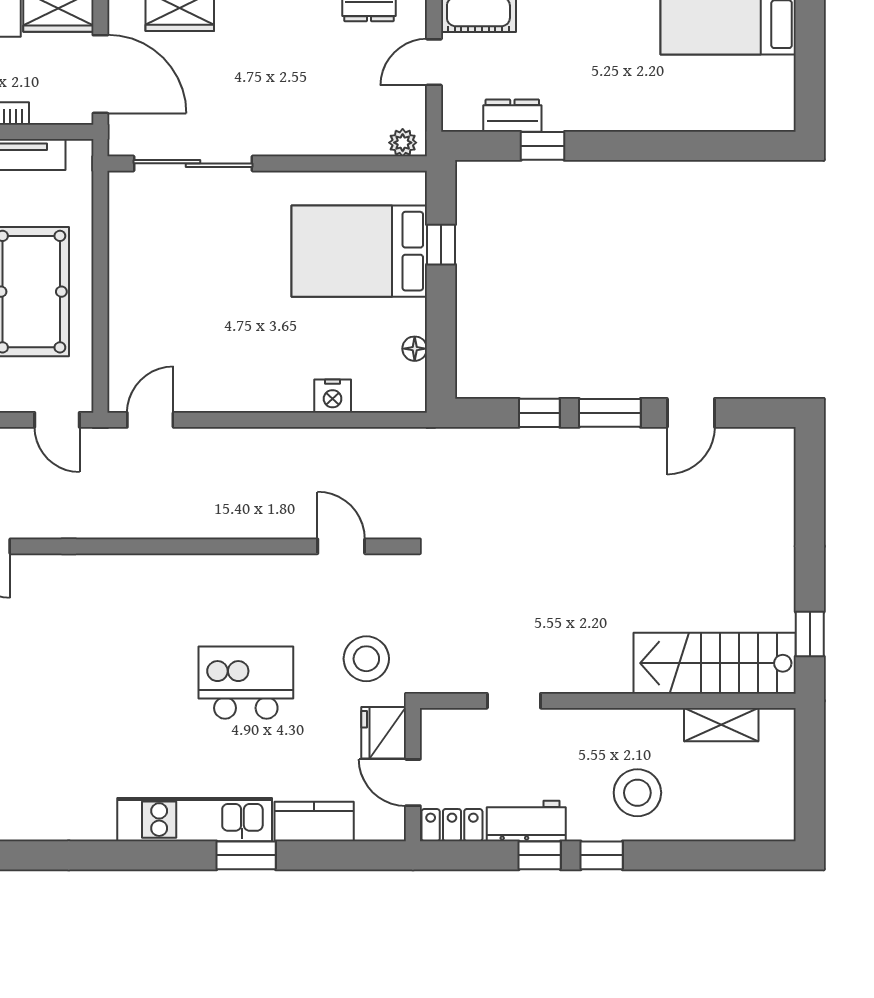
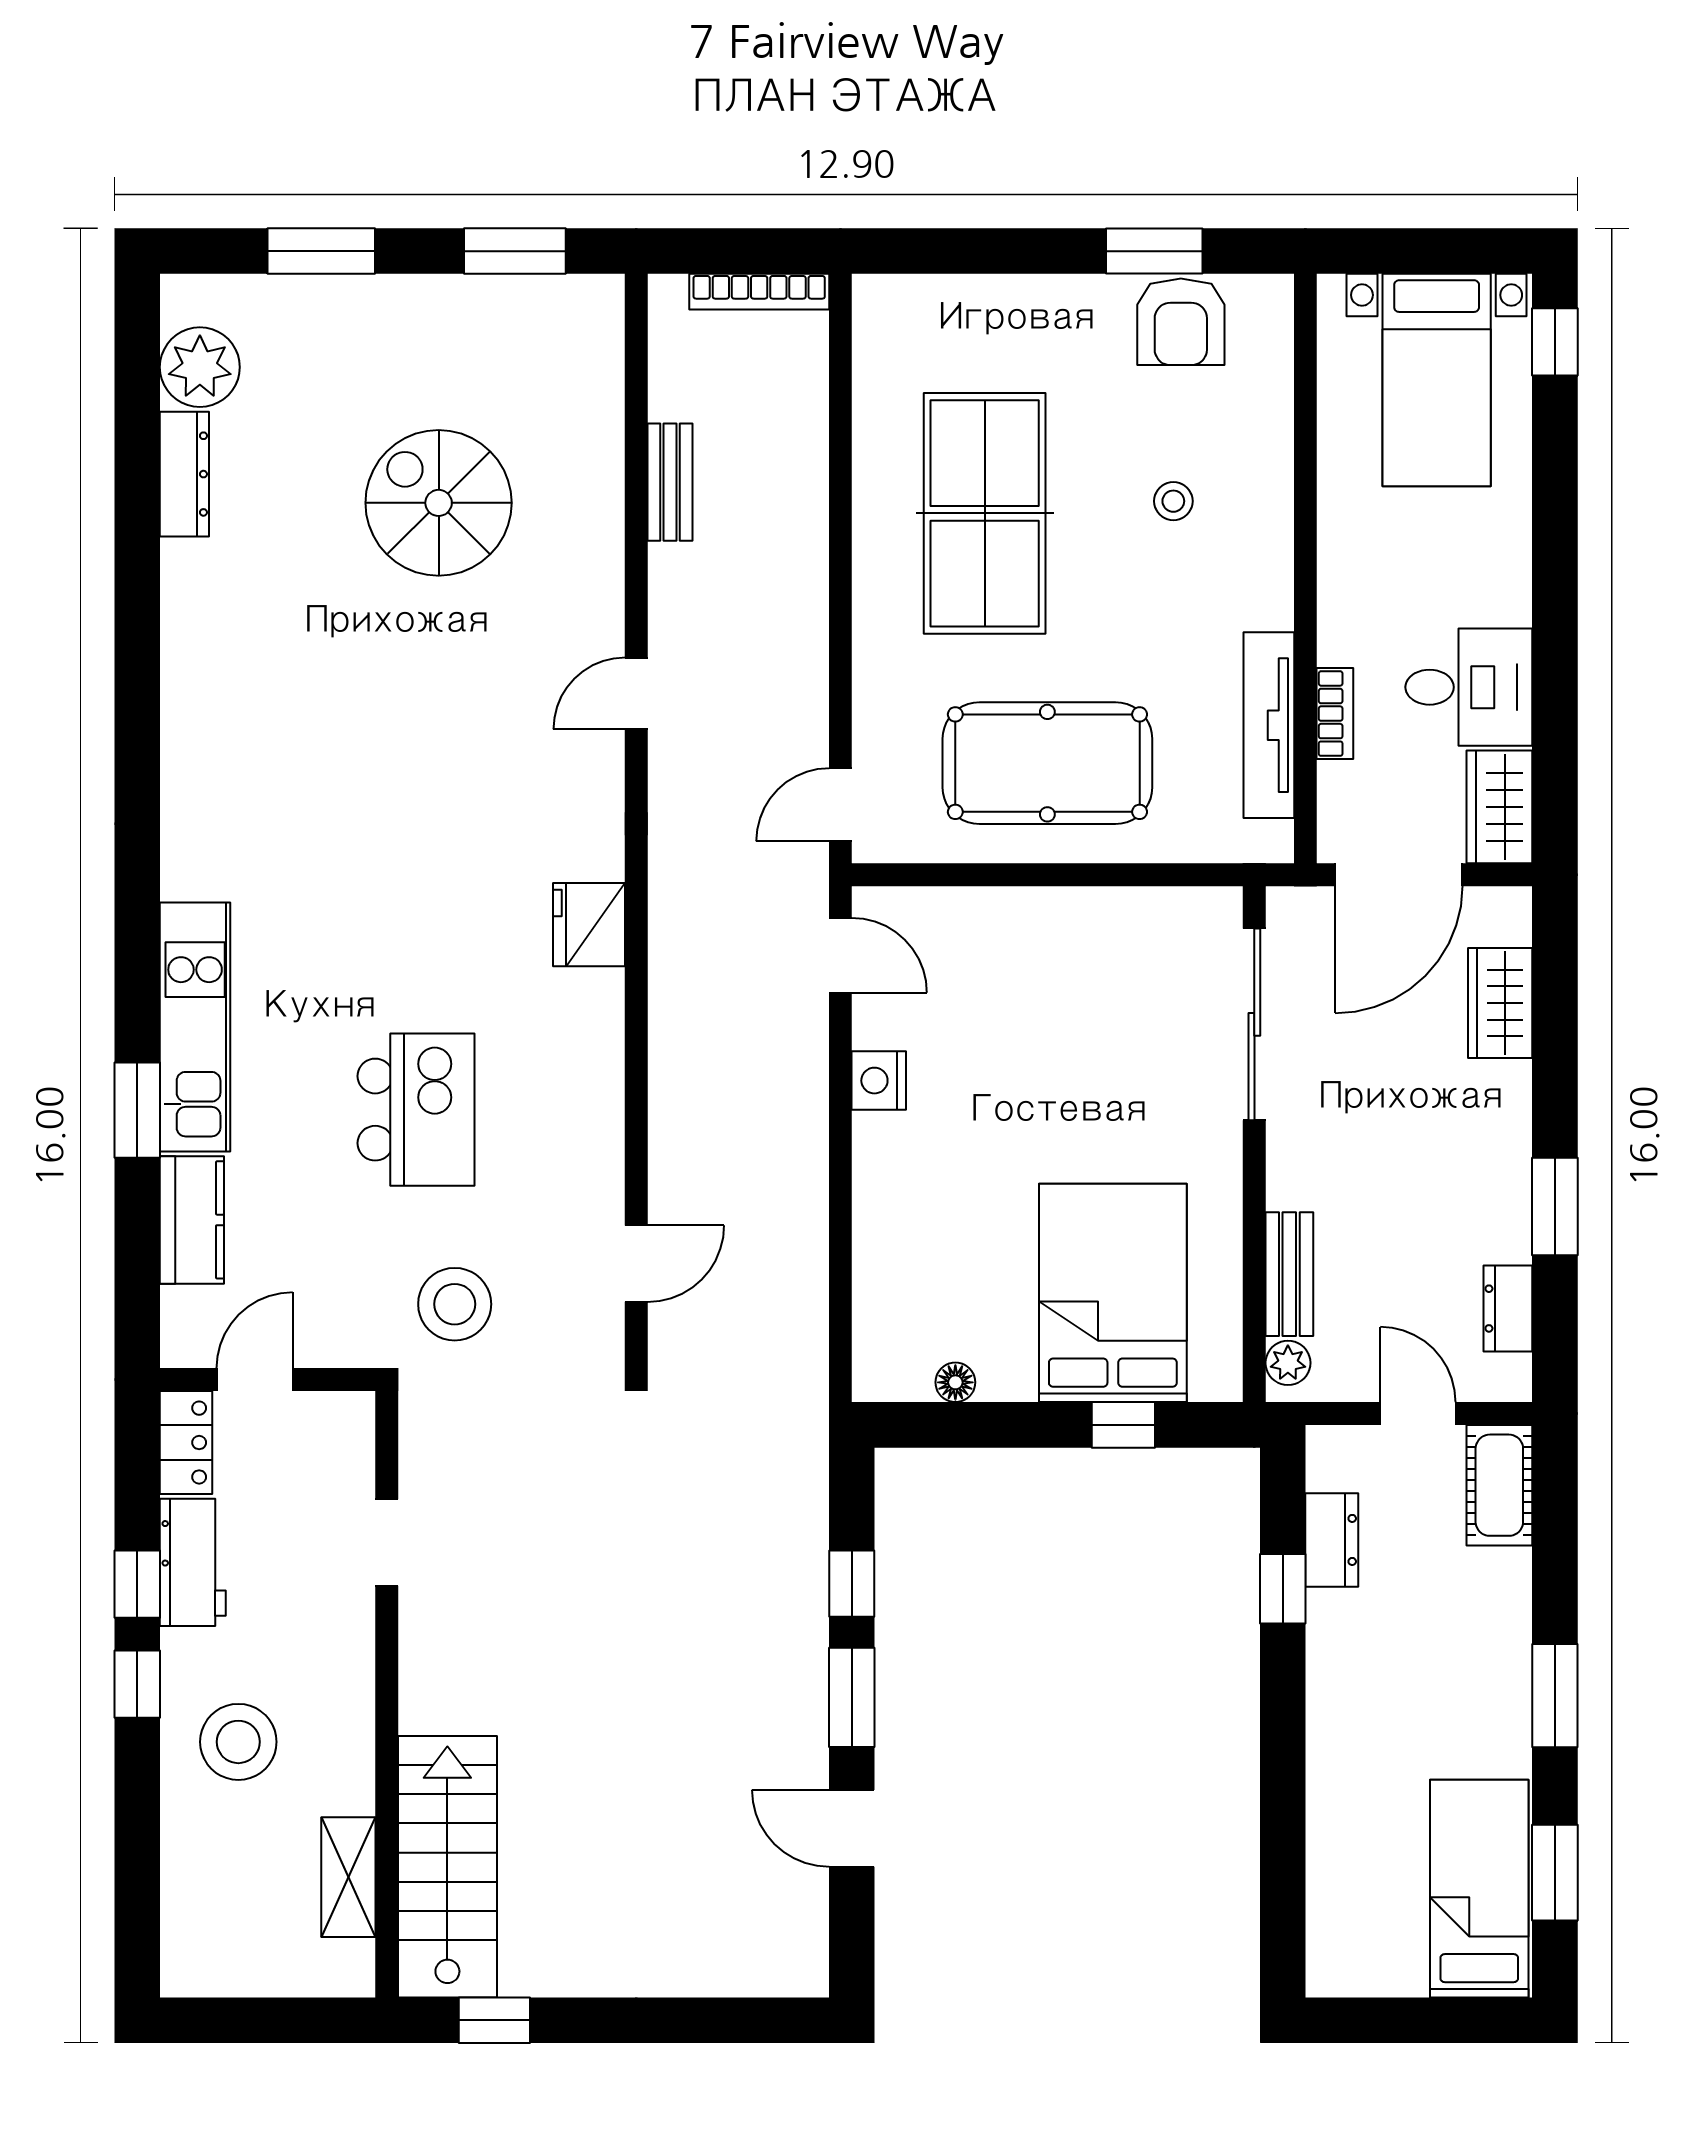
bench: (348, 142) -> (1289, 1274), added
nightstand: (333, 396) -> (879, 1081), moved
fridge: (384, 733) -> (589, 925), moved, turned -90

